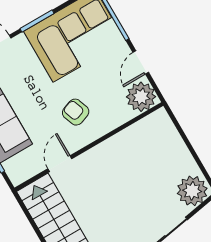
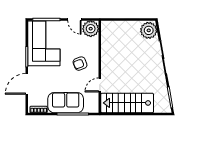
door: (60, 164) -> (100, 85), hinge flipped

